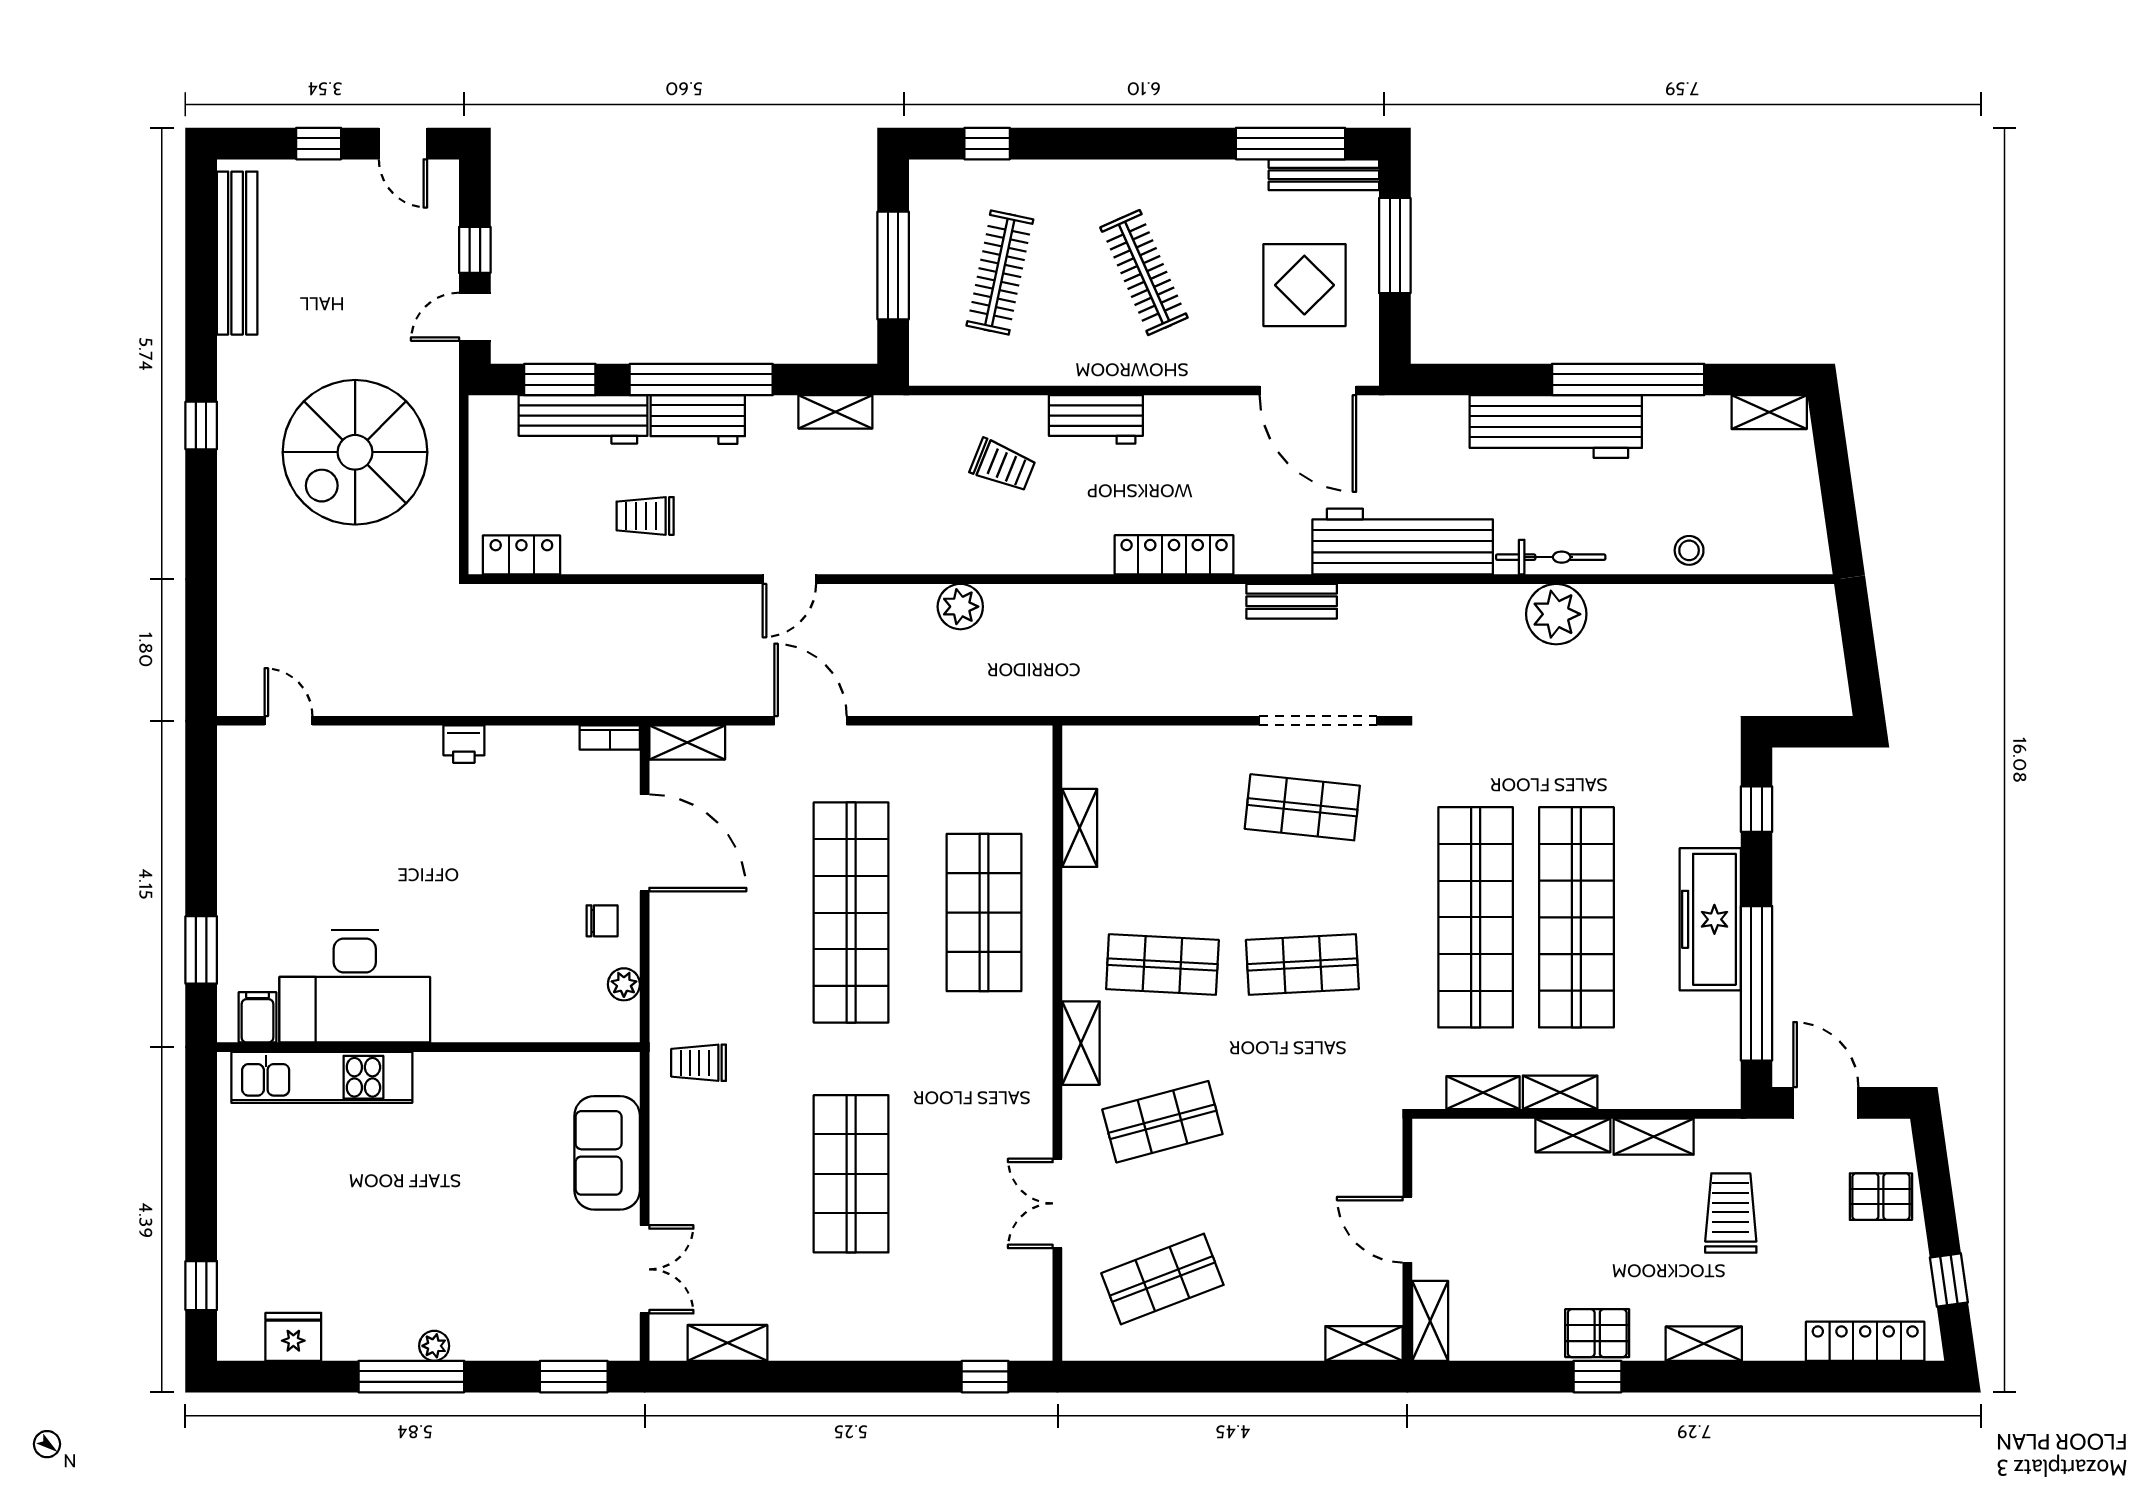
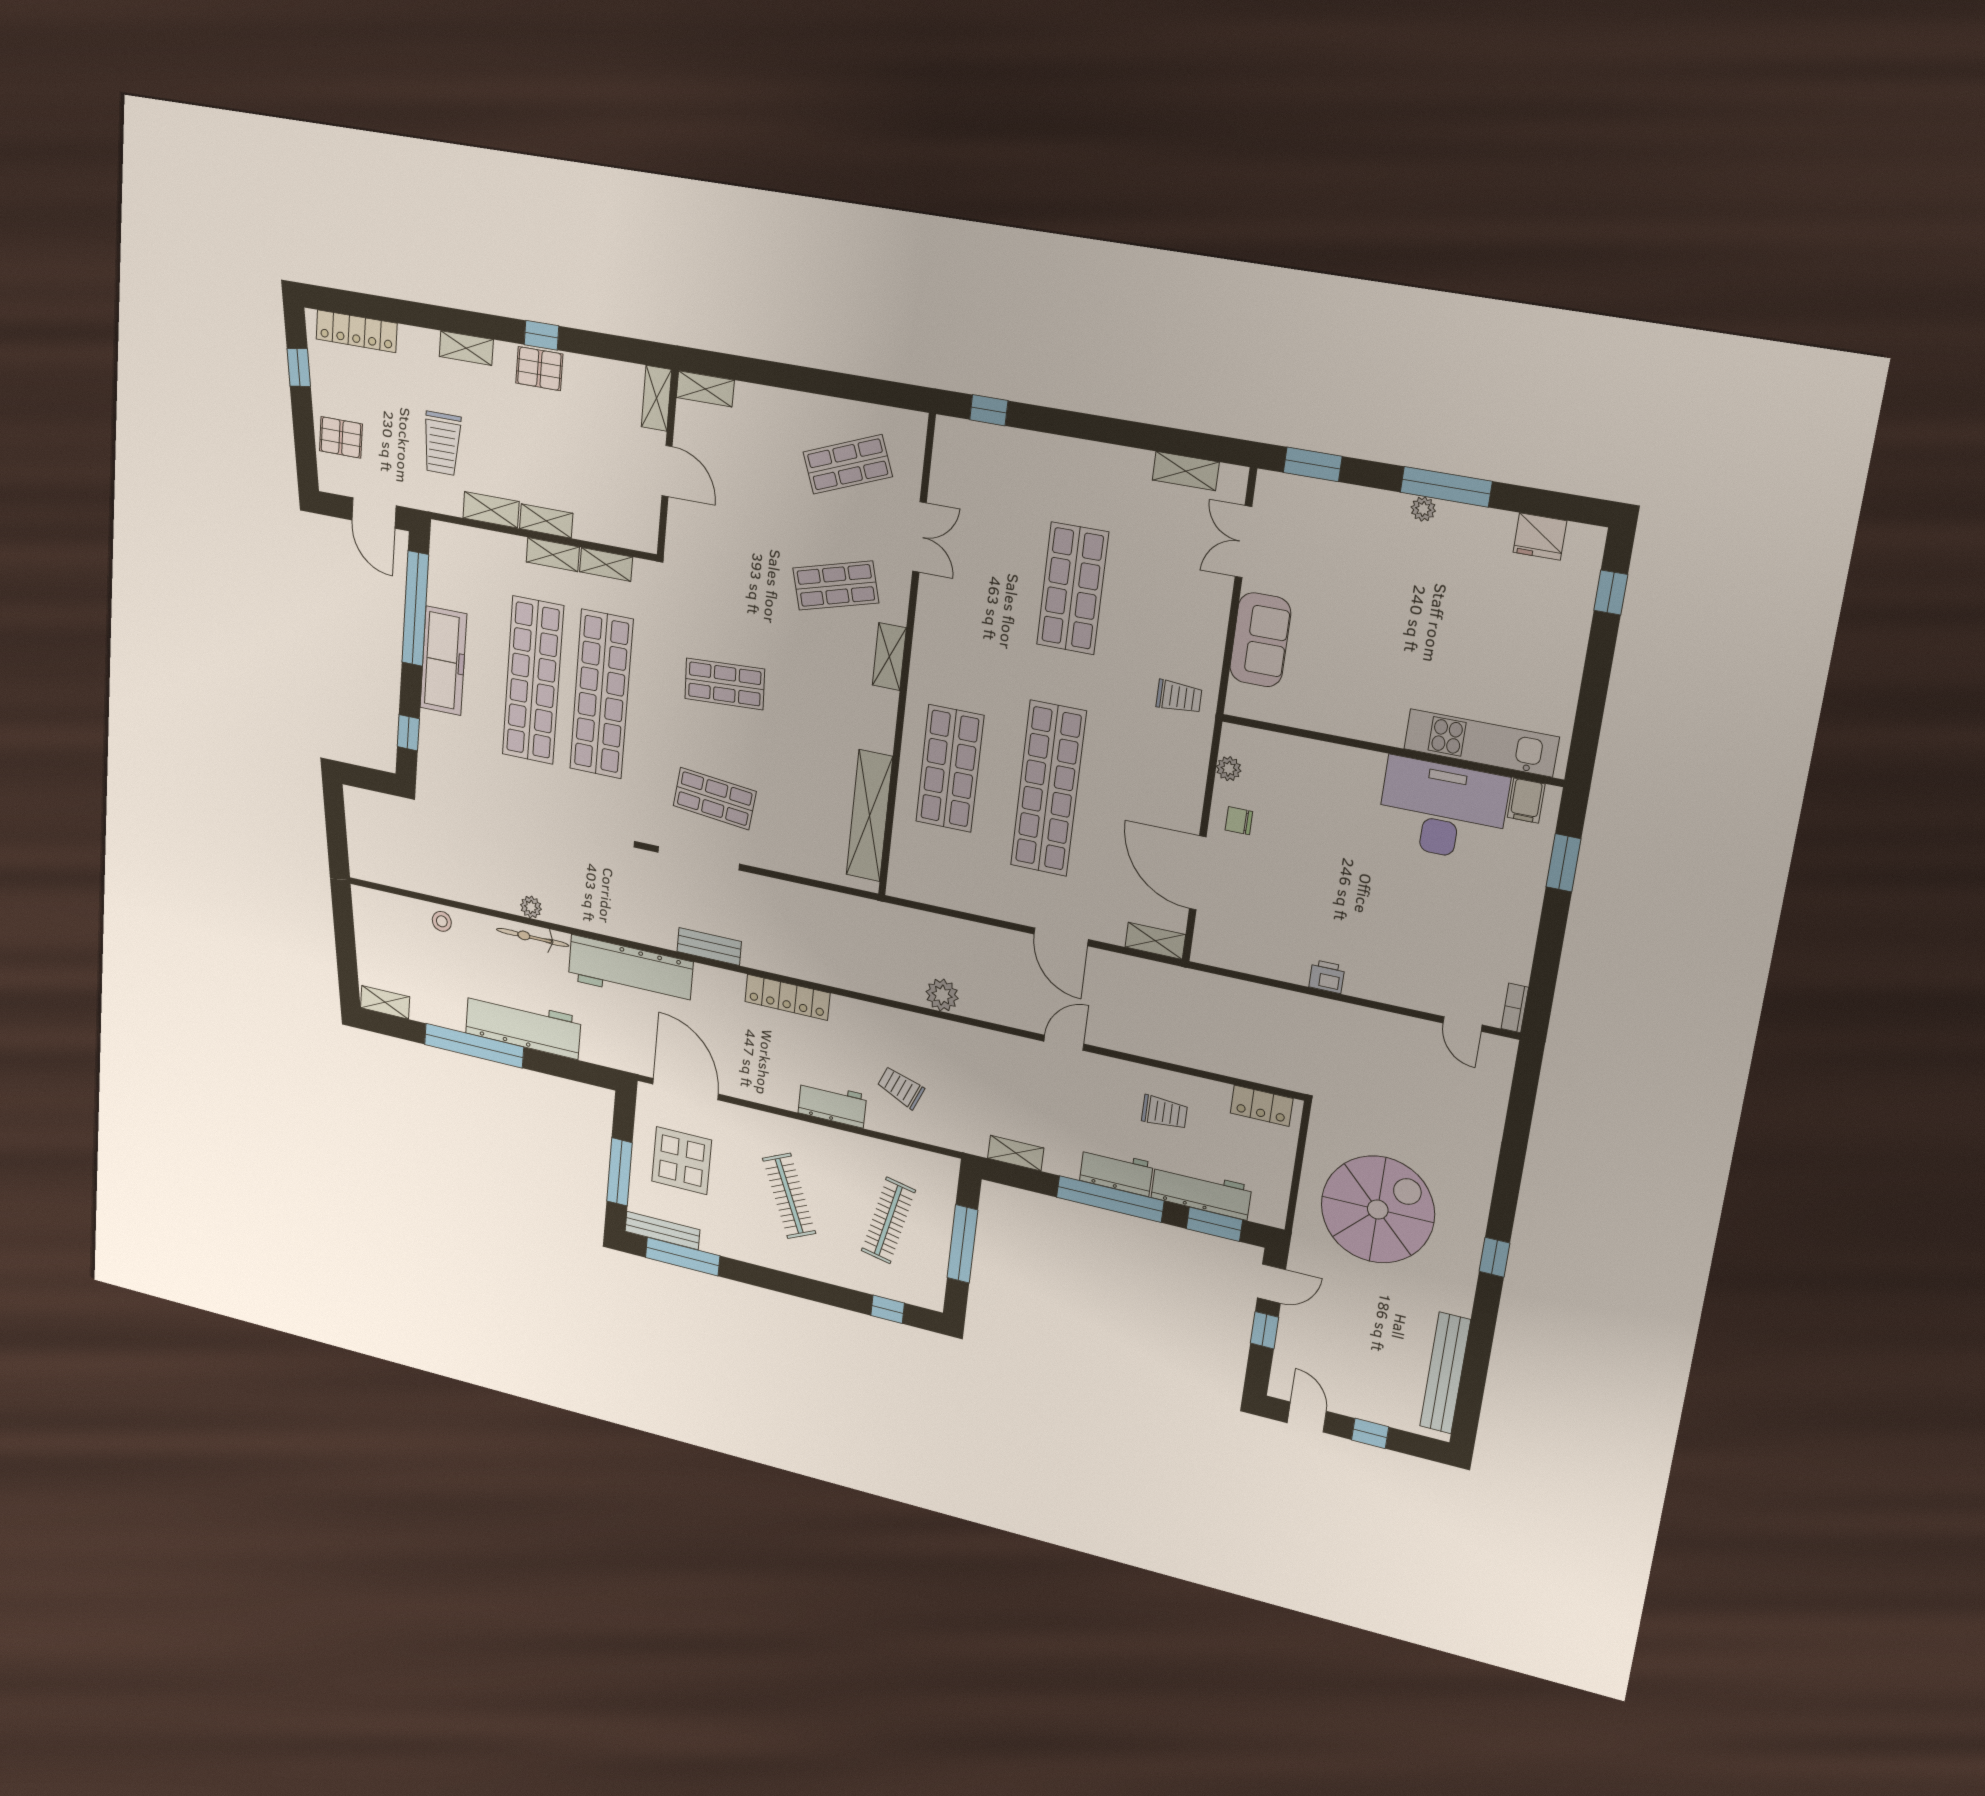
plant: (1556, 614) -> (531, 907), width x0.53, depth x0.53
bookcase: (610, 738) -> (1515, 1008), moved, turned -90
shelving: (1080, 828) -> (869, 816), width x2.20, depth x1.33
shop shelf: (1162, 965) -> (824, 704), removed

